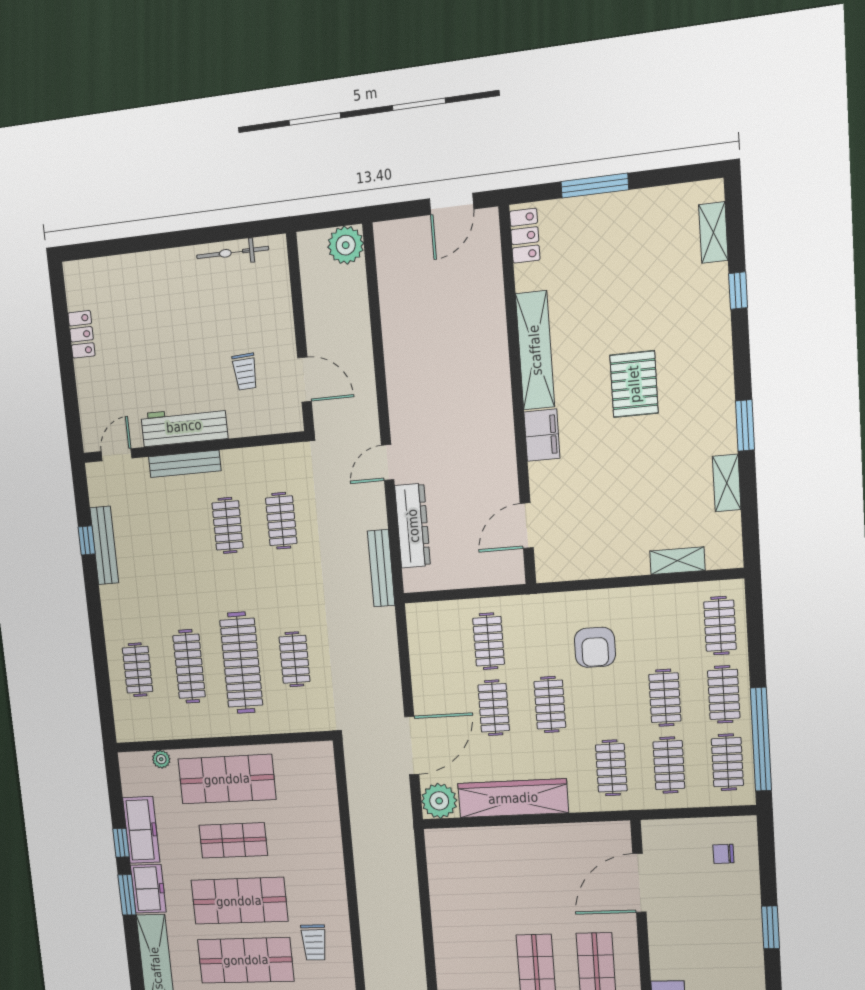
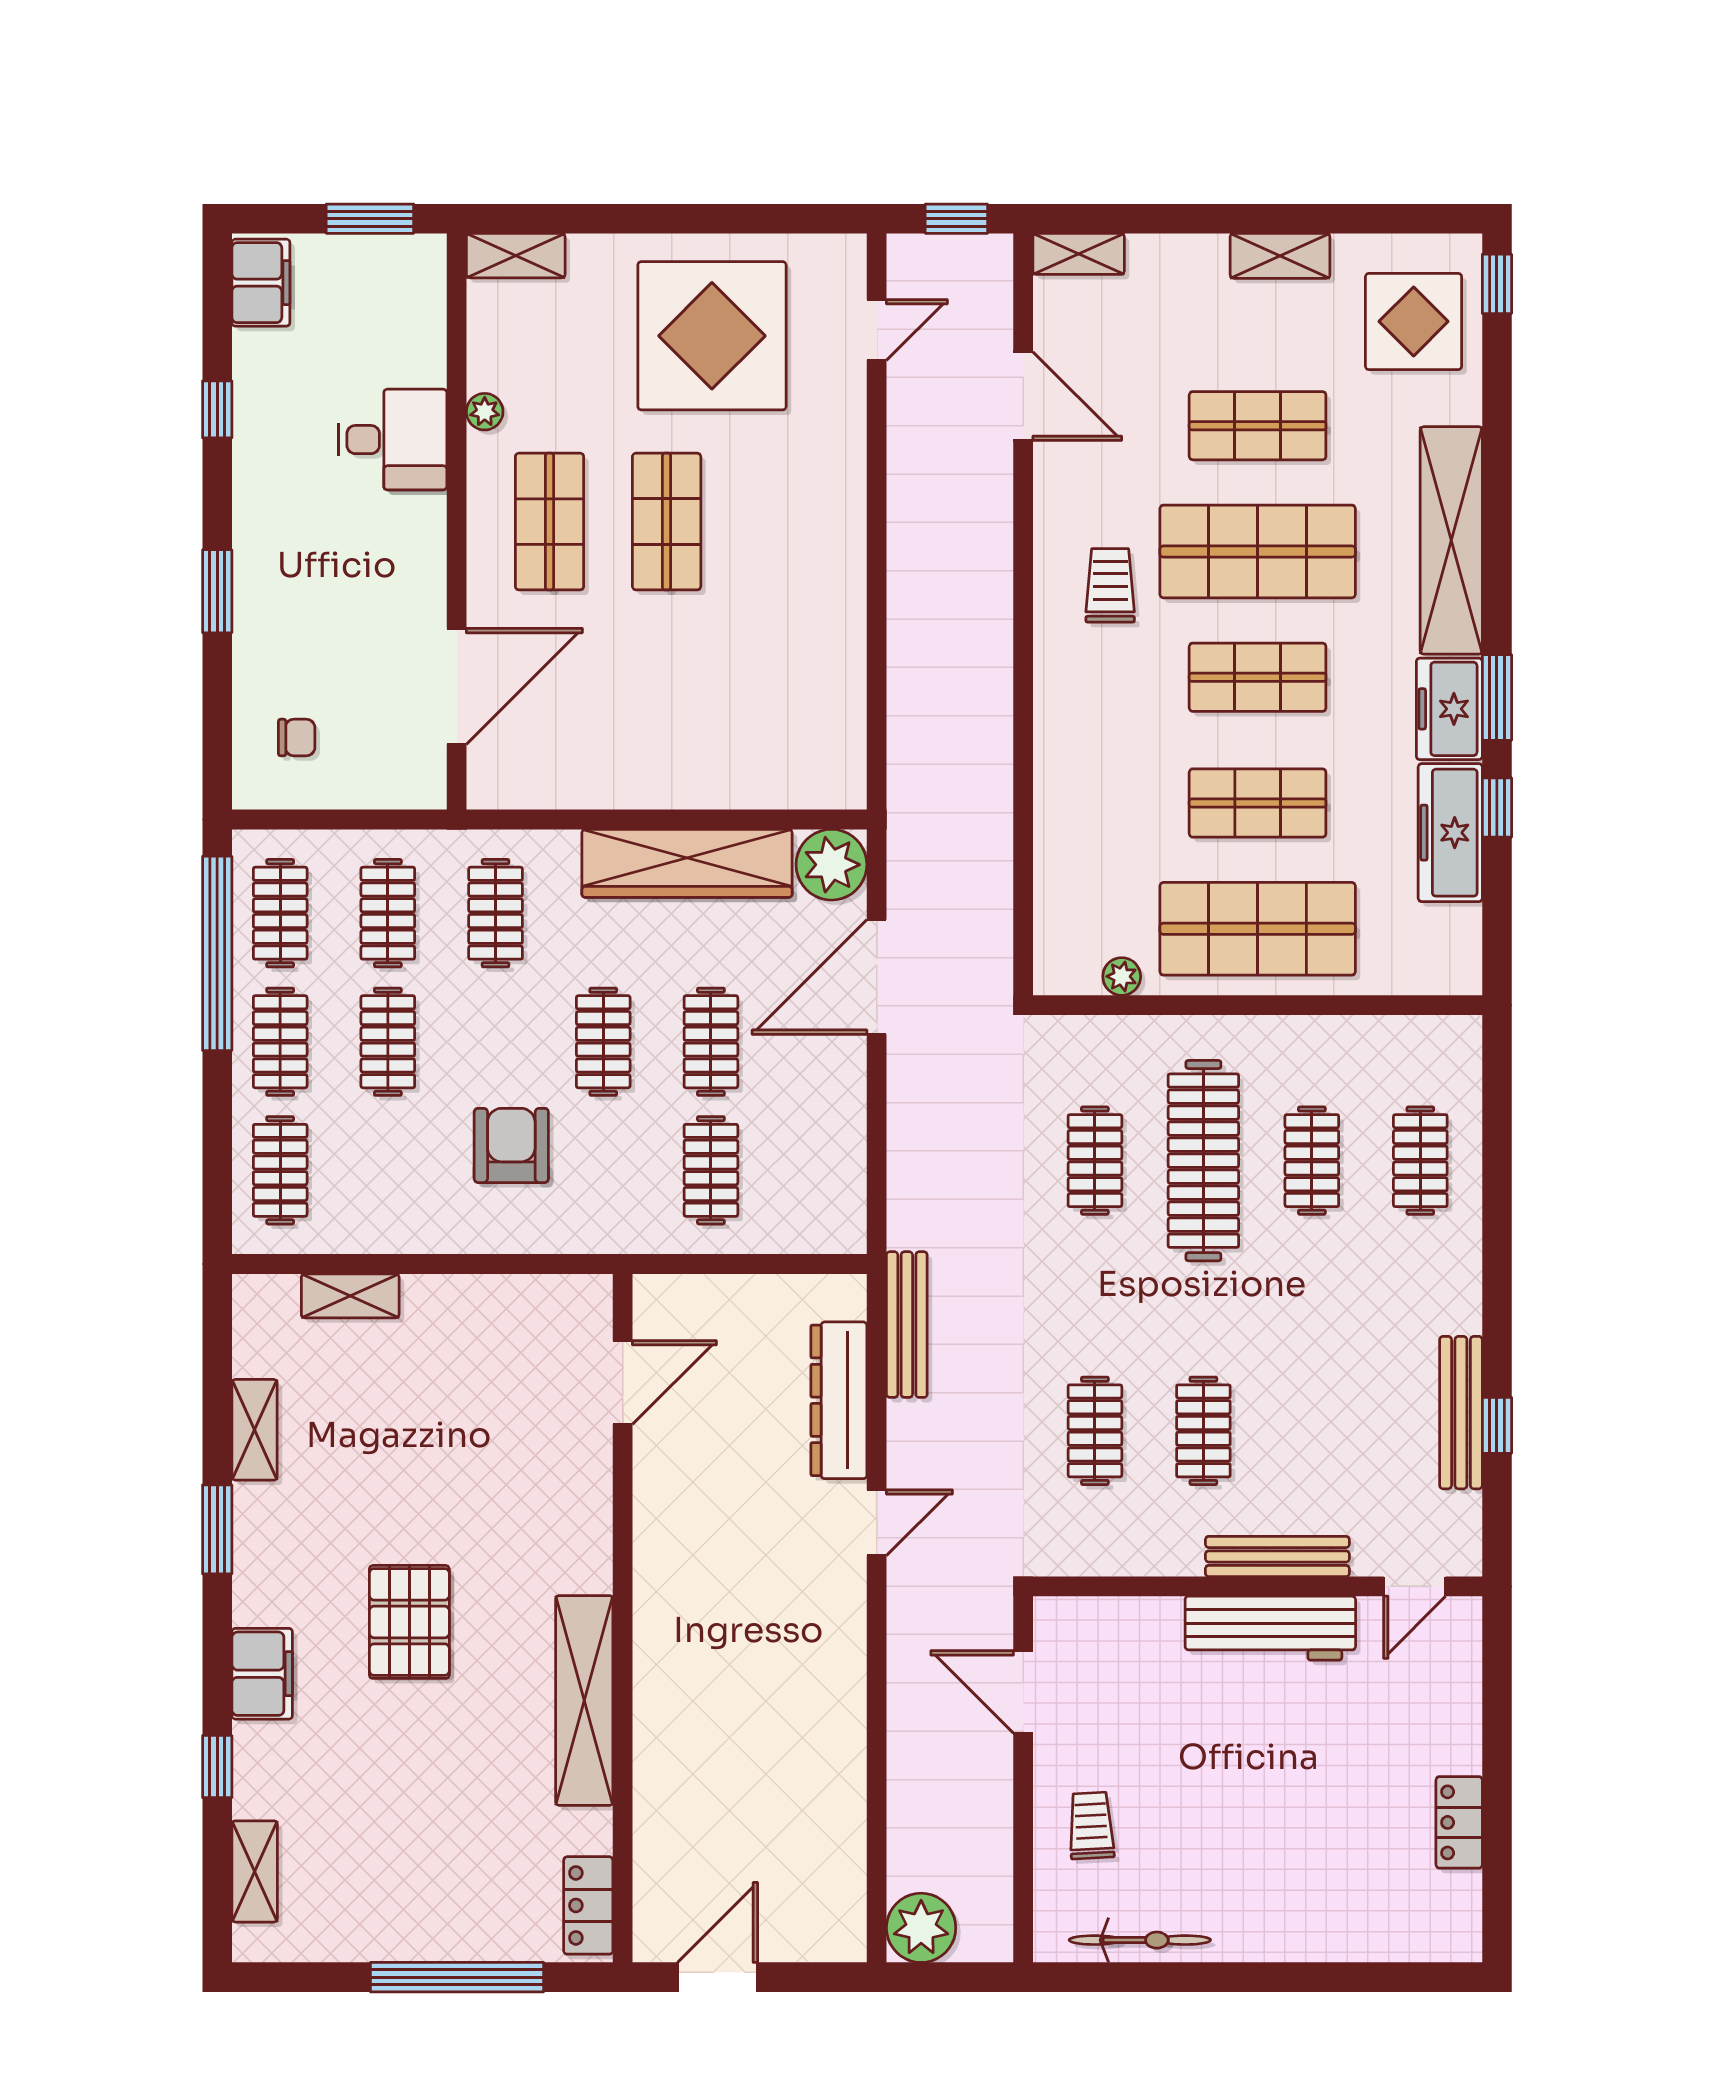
window: (595, 186) -> (457, 1977), width x1.46
trolley: (245, 372) -> (1091, 1826), moved
filing cabinet: (542, 435) -> (262, 1674), moved, turned 180
clothes rail: (189, 666) -> (1312, 1161), width x0.73
plant: (161, 759) -> (1122, 976), moved
shop shelf: (239, 901) -> (1258, 677), width x0.70, depth x0.74

